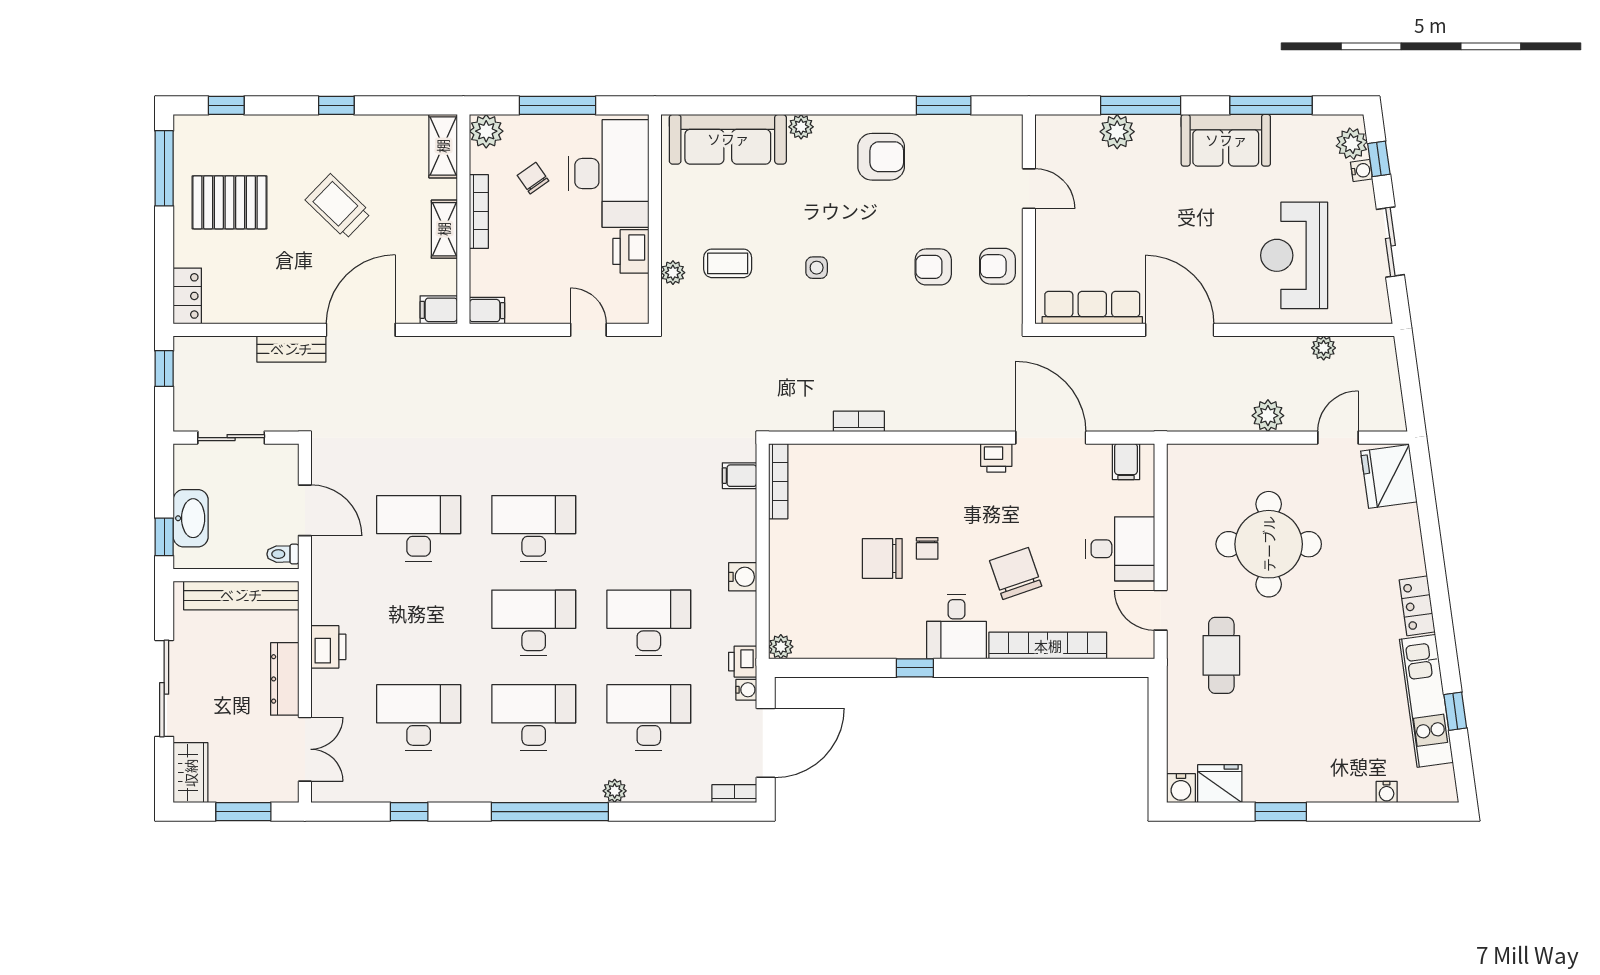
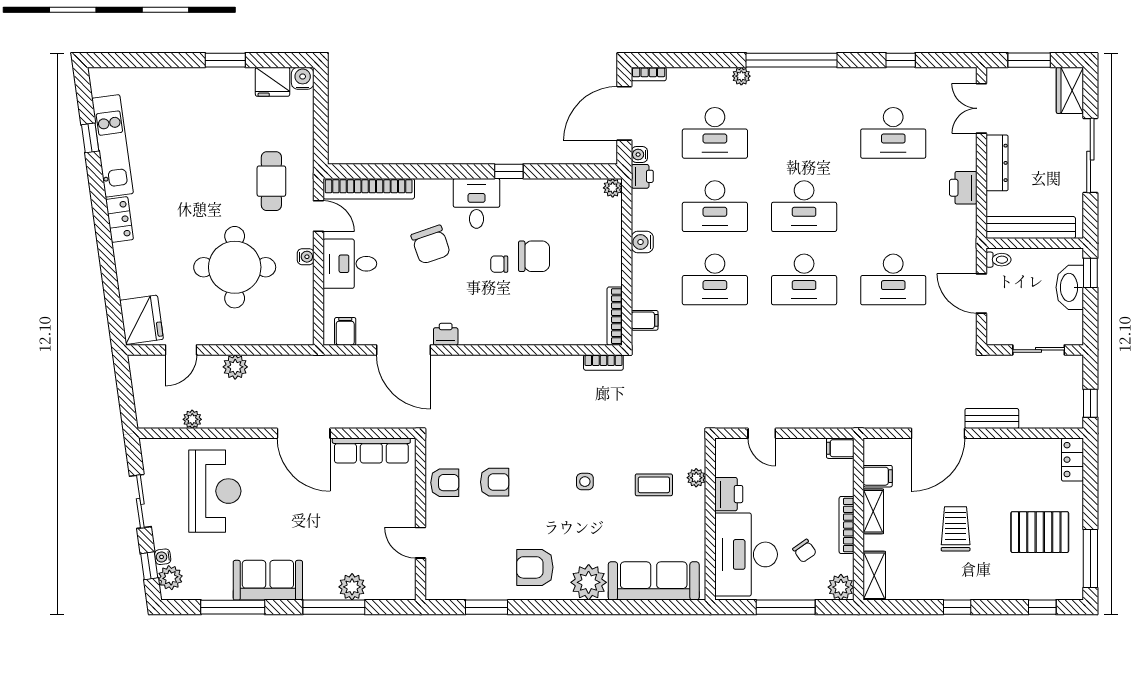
plant: (801, 127) -> (589, 582), width x1.87, depth x1.87
trolley: (338, 207) -> (956, 529), turned -134
filing cabinet: (439, 310) -> (878, 476), moved
bookcase: (859, 421) -> (603, 362), moved
chair: (927, 548) -> (499, 264), turned -90
bookcase: (1048, 646) -> (369, 189), moved
desk: (534, 718) -> (715, 279), moved
water cooler: (1387, 792) -> (306, 257), moved, turned 90

